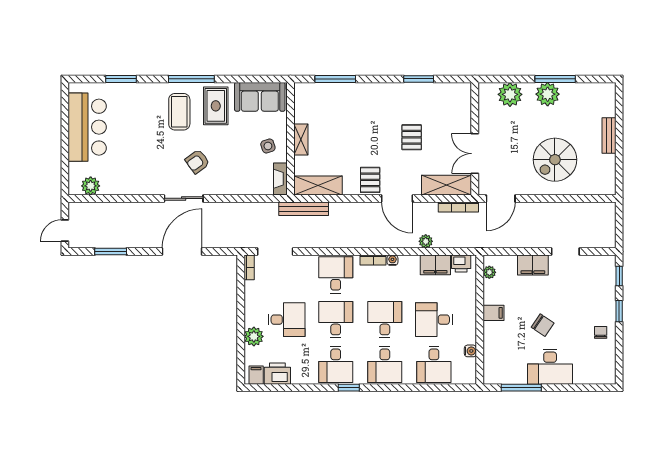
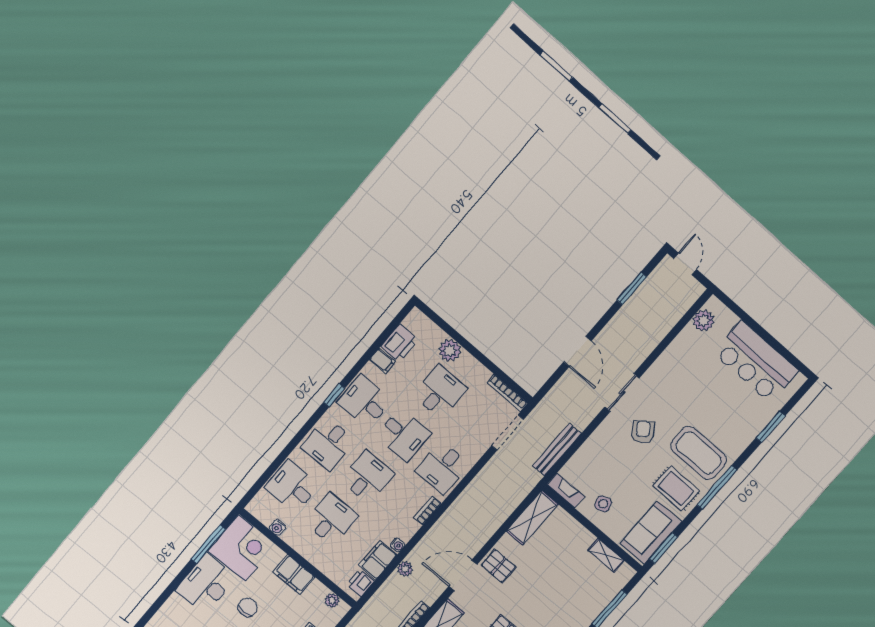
window: (263, 79) -> (663, 548), added
coffee table: (179, 112) -> (699, 453), width x1.36, depth x1.32
shelving: (301, 139) -> (606, 555), moved
bench: (304, 209) -> (557, 450), moved
door: (182, 252) -> (578, 351), width x0.73
water cooler: (392, 260) -> (398, 545), moved
bookcase: (249, 267) -> (507, 393), width x1.56
desk: (336, 275) -> (442, 468), turned 90
filing cabinet: (493, 313) -> (294, 575), width x2.00
desk: (287, 320) -> (440, 392), turned 180
desk: (385, 320) -> (367, 477), turned -90
chair: (543, 325) -> (248, 607), turned 146
corner desk: (505, 363) -> (242, 548), added
desk: (385, 364) -> (328, 444), turned -90
filing cabinet: (256, 375) -> (382, 361), moved

